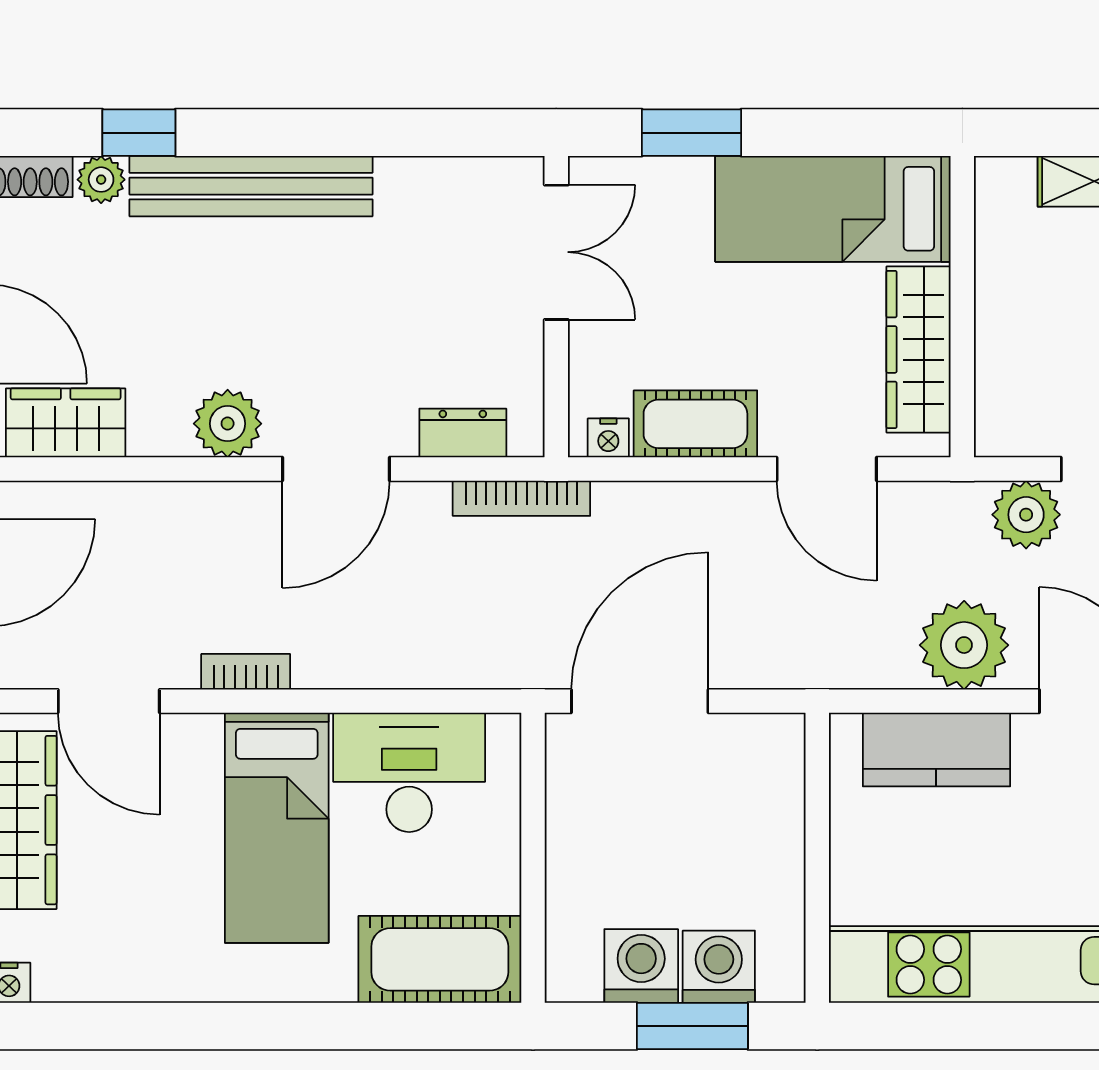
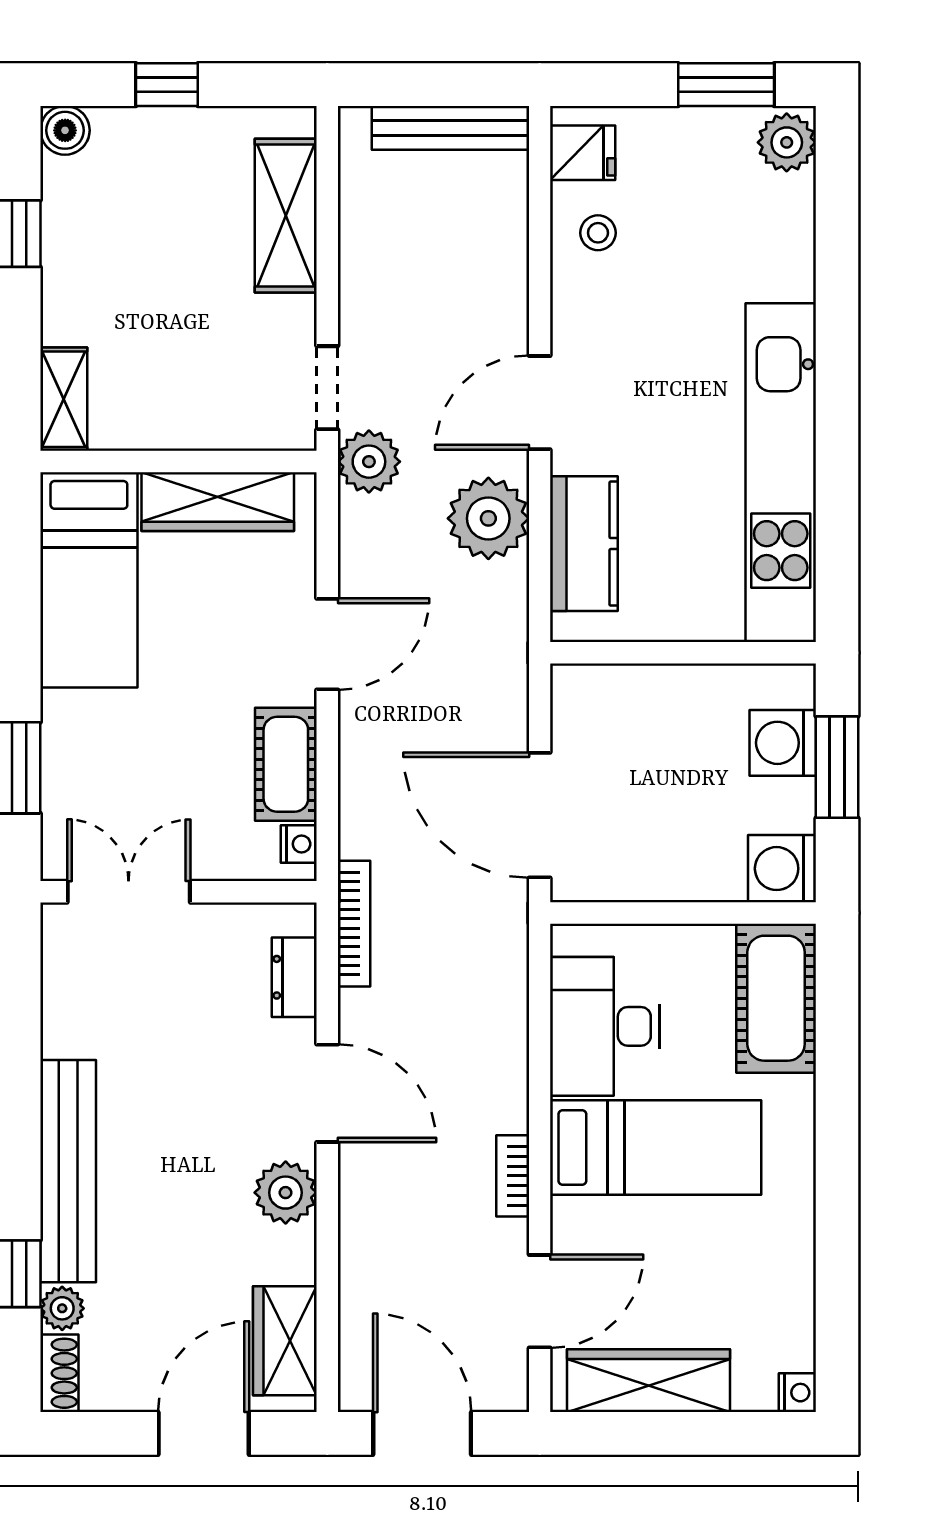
bed: (833, 209) -> (89, 580), moved
wall: (962, 307) -> (179, 462), moved
wardrobe: (919, 349) -> (218, 502), moved
washing machine: (641, 966) -> (782, 869), moved

